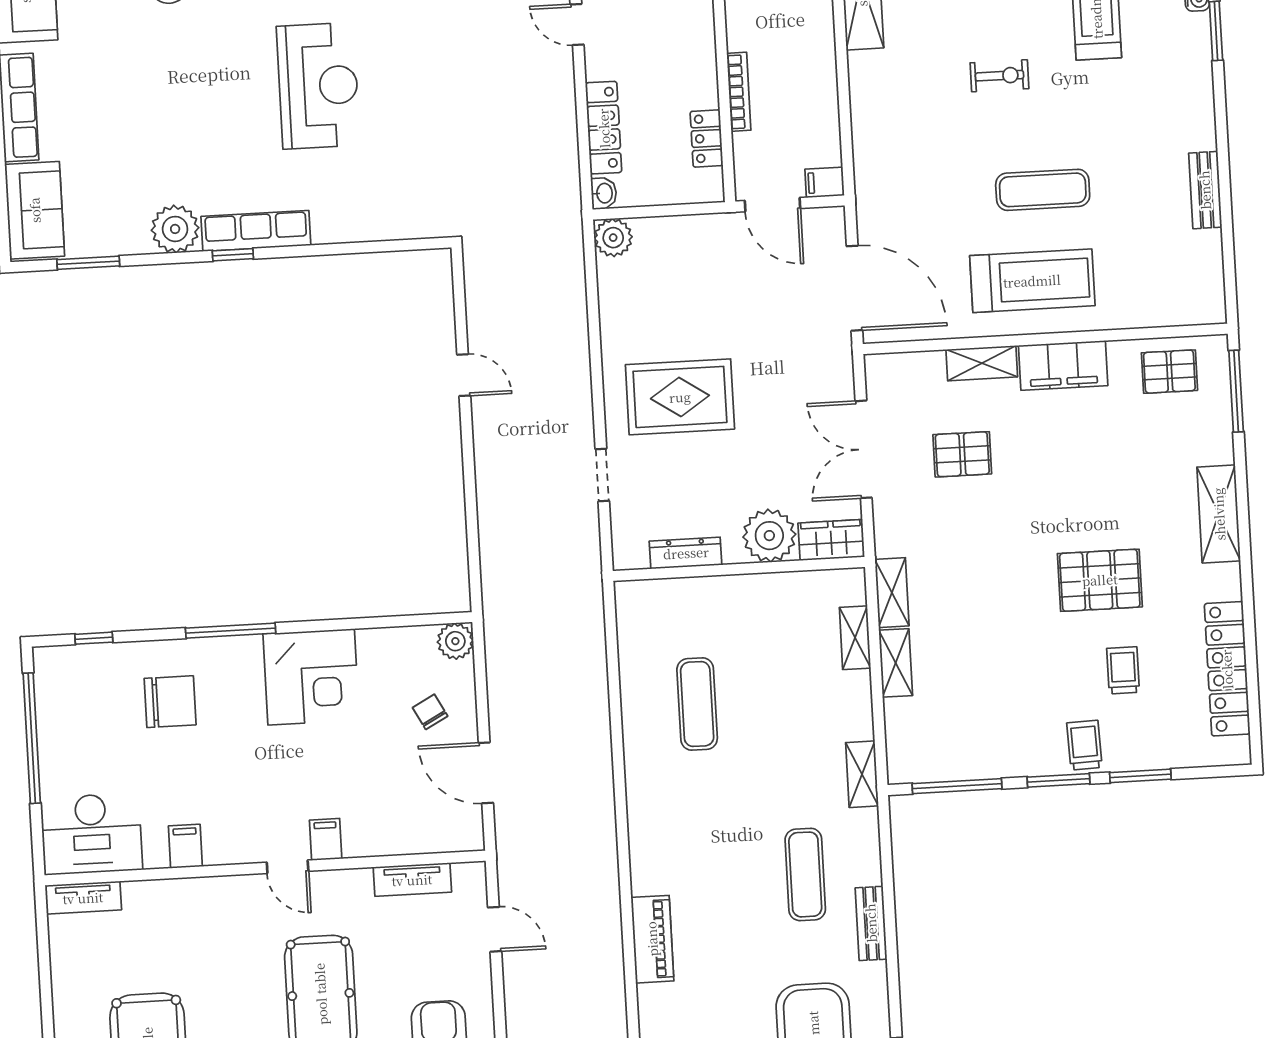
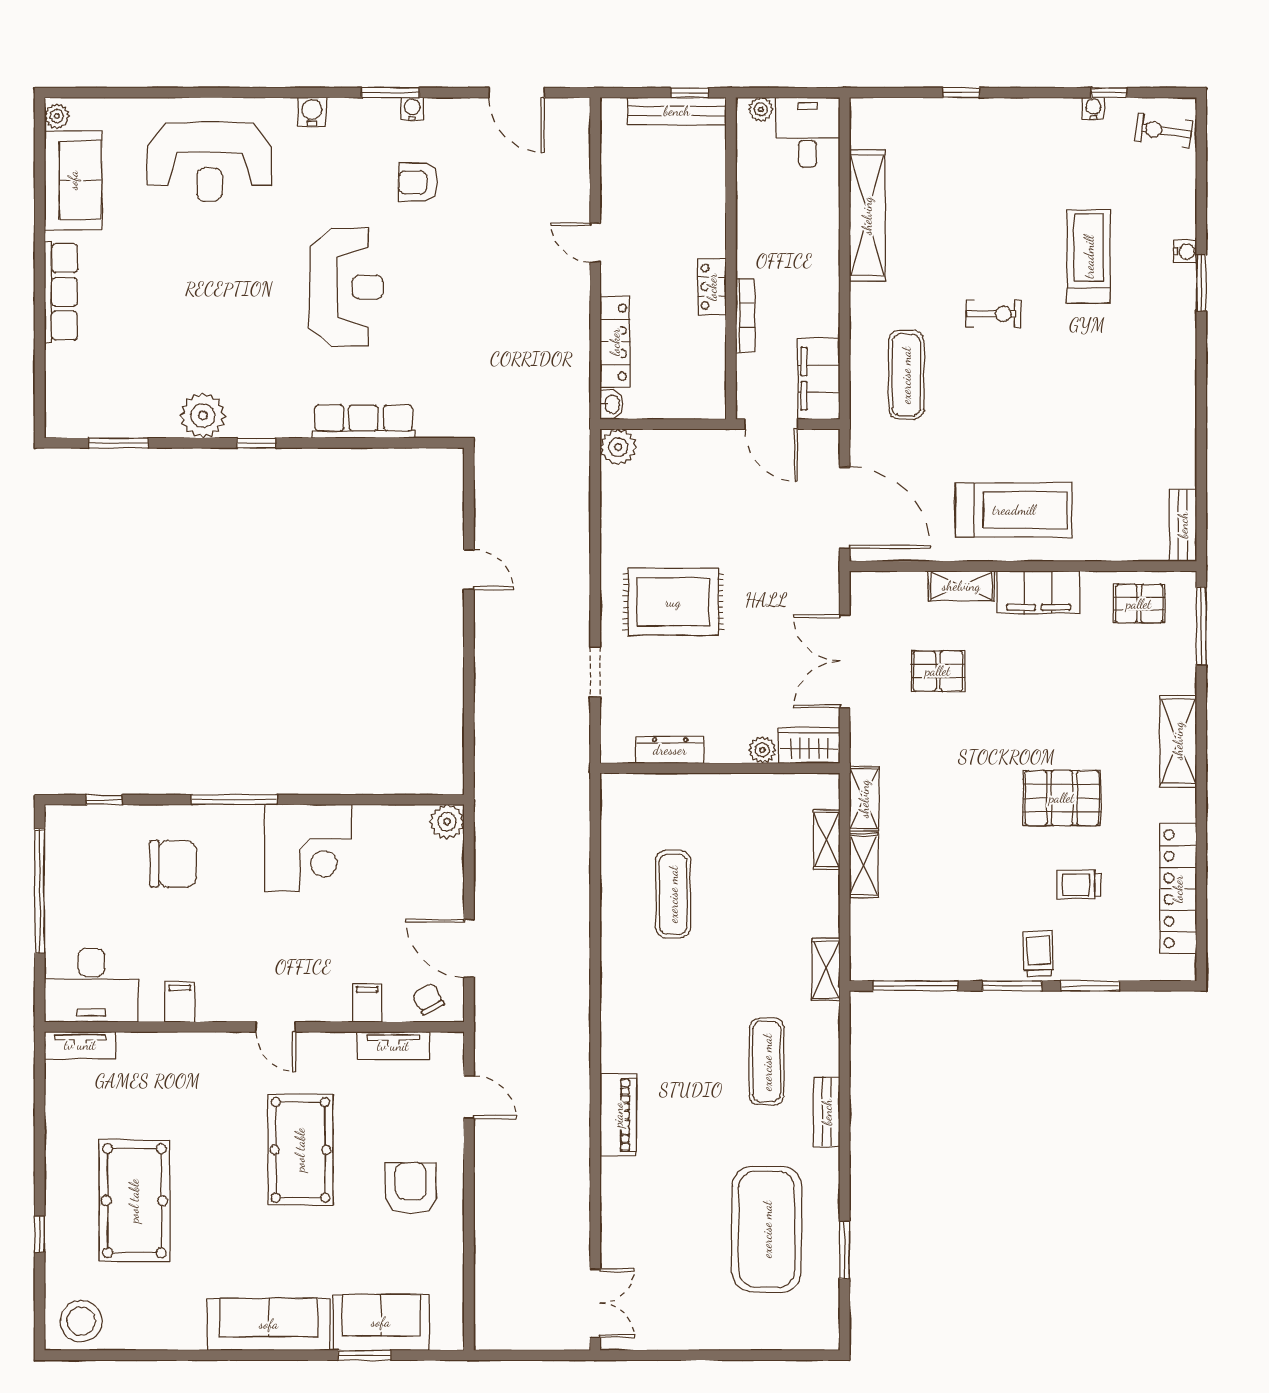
locker: (707, 138) -> (712, 287), moved
filing cabinet: (825, 182) -> (819, 379), width x3.00, depth x1.17
exercise mat: (1043, 190) -> (906, 375), moved, turned 90
bench: (1205, 190) -> (1183, 525), moved
sofa: (35, 210) -> (70, 390), removed
row of seats: (256, 231) -> (364, 422), moved
plant: (769, 536) -> (762, 750), width x0.53, depth x0.53
trolley: (1123, 670) -> (1079, 885), turned -90
chair: (430, 712) -> (428, 999), moved
filing cabinet: (326, 839) -> (367, 1003), moved

